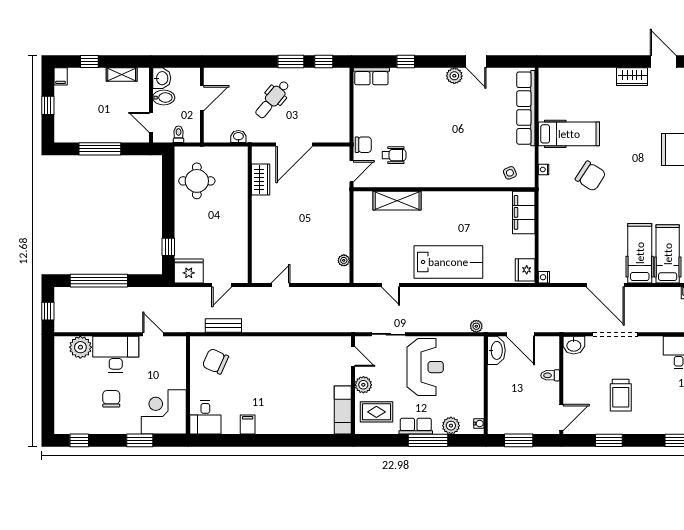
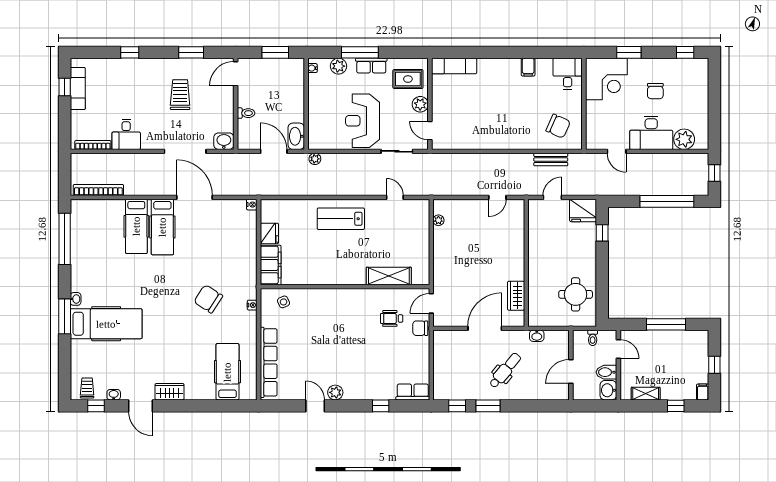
hospital bed: (569, 134) -> (227, 372), moved, turned 90
lab bench: (448, 262) -> (341, 219), width x0.73, depth x0.72
fridge: (525, 270) -> (269, 233), moved
exam couch: (343, 410) -> (454, 66), moved, turned 90

